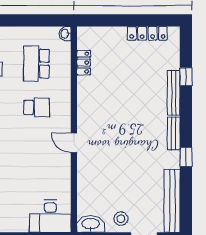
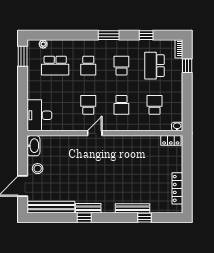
locker: (84, 63) -> (171, 140), moved
school desk: (36, 64) -> (155, 105), width x0.54
bench: (174, 133) -> (88, 208), moved
school desk: (36, 151) -> (88, 105), added

